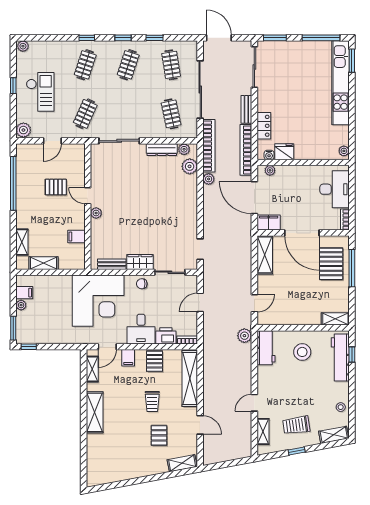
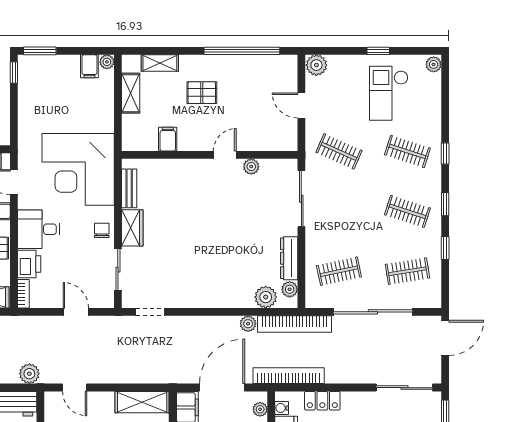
checkout: (40, 92) -> (389, 93), moved, turned 90
bench: (246, 109) -> (345, 376), removed
pallet: (56, 187) -> (202, 93), moved, turned 90
plant: (96, 213) -> (251, 167), moved
plant: (21, 305) -> (107, 62), moved

